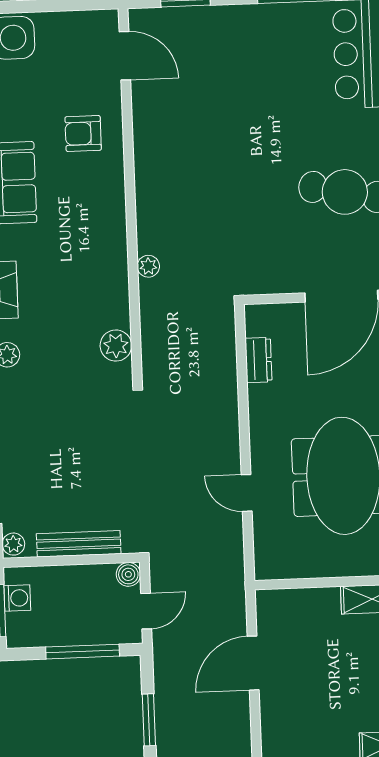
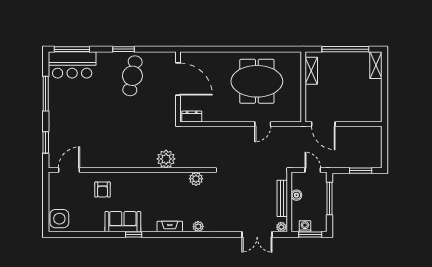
plant: (148, 266) -> (166, 159), width x1.88, depth x1.88
dresser: (258, 360) -> (192, 116), moved
boiler: (128, 574) -> (296, 195), moved
door: (253, 663) -> (323, 124), moved

